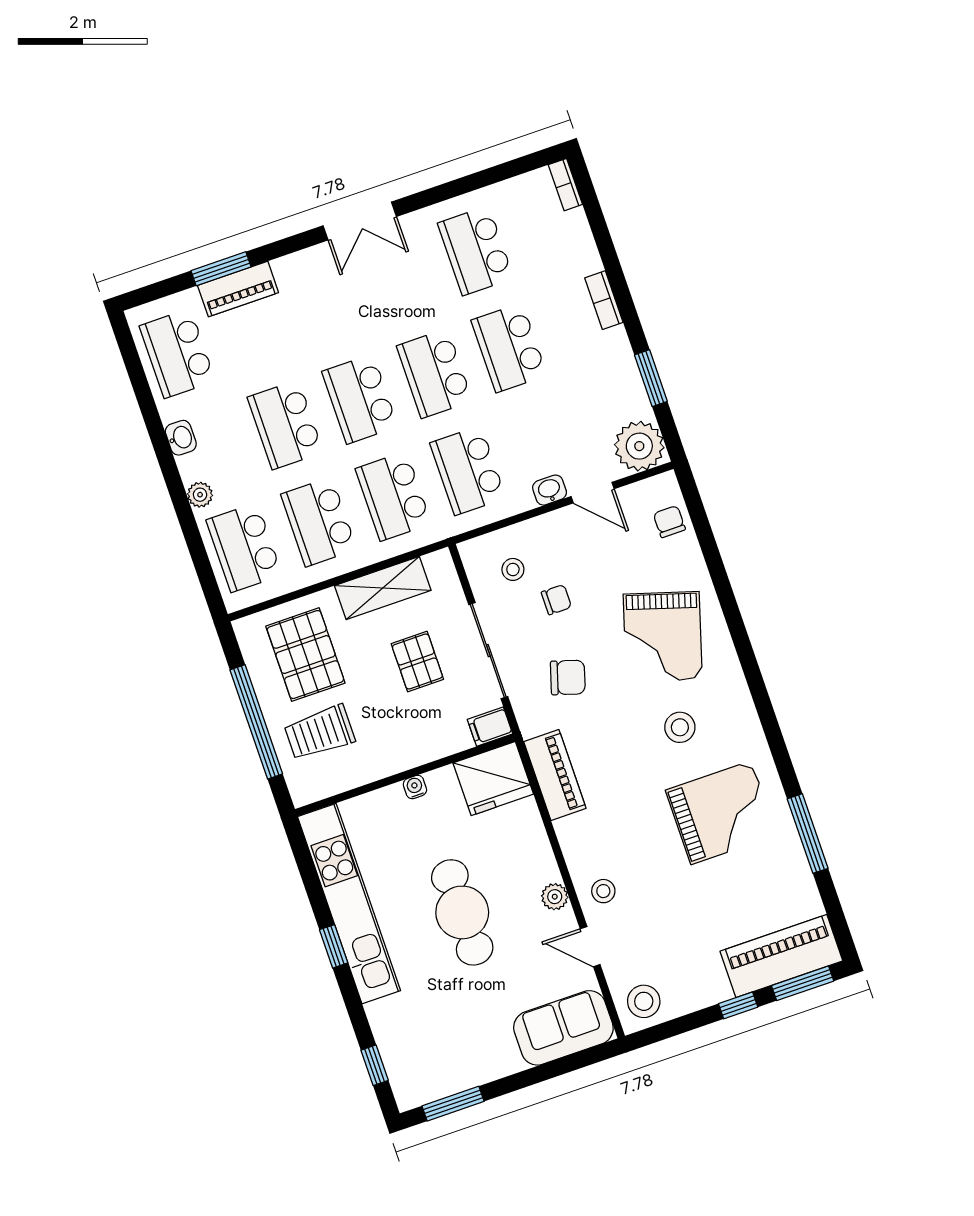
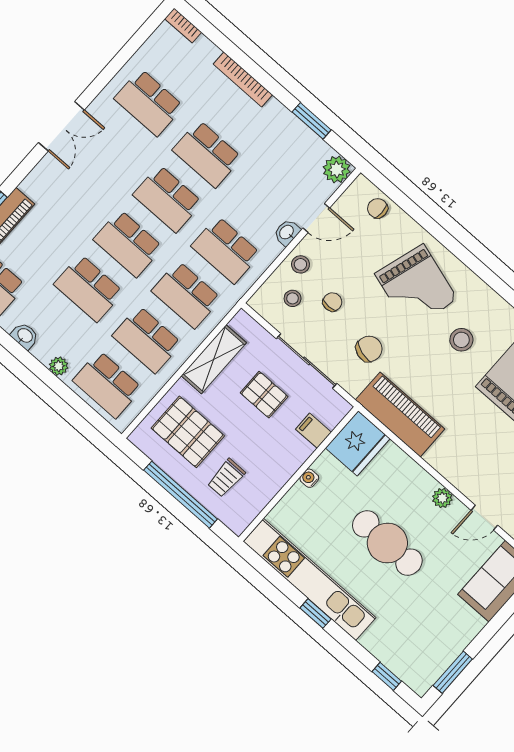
bookcase: (604, 300) -> (243, 79), width x1.56
plant: (639, 446) -> (337, 169), width x0.73, depth x0.73
filing cabinet: (490, 727) -> (313, 431), moved, turned 90
trolley: (320, 732) -> (226, 478), width x0.73, depth x0.72
piano: (555, 775) -> (400, 414), width x1.37, depth x1.33
stool: (603, 891) -> (300, 264), moved

